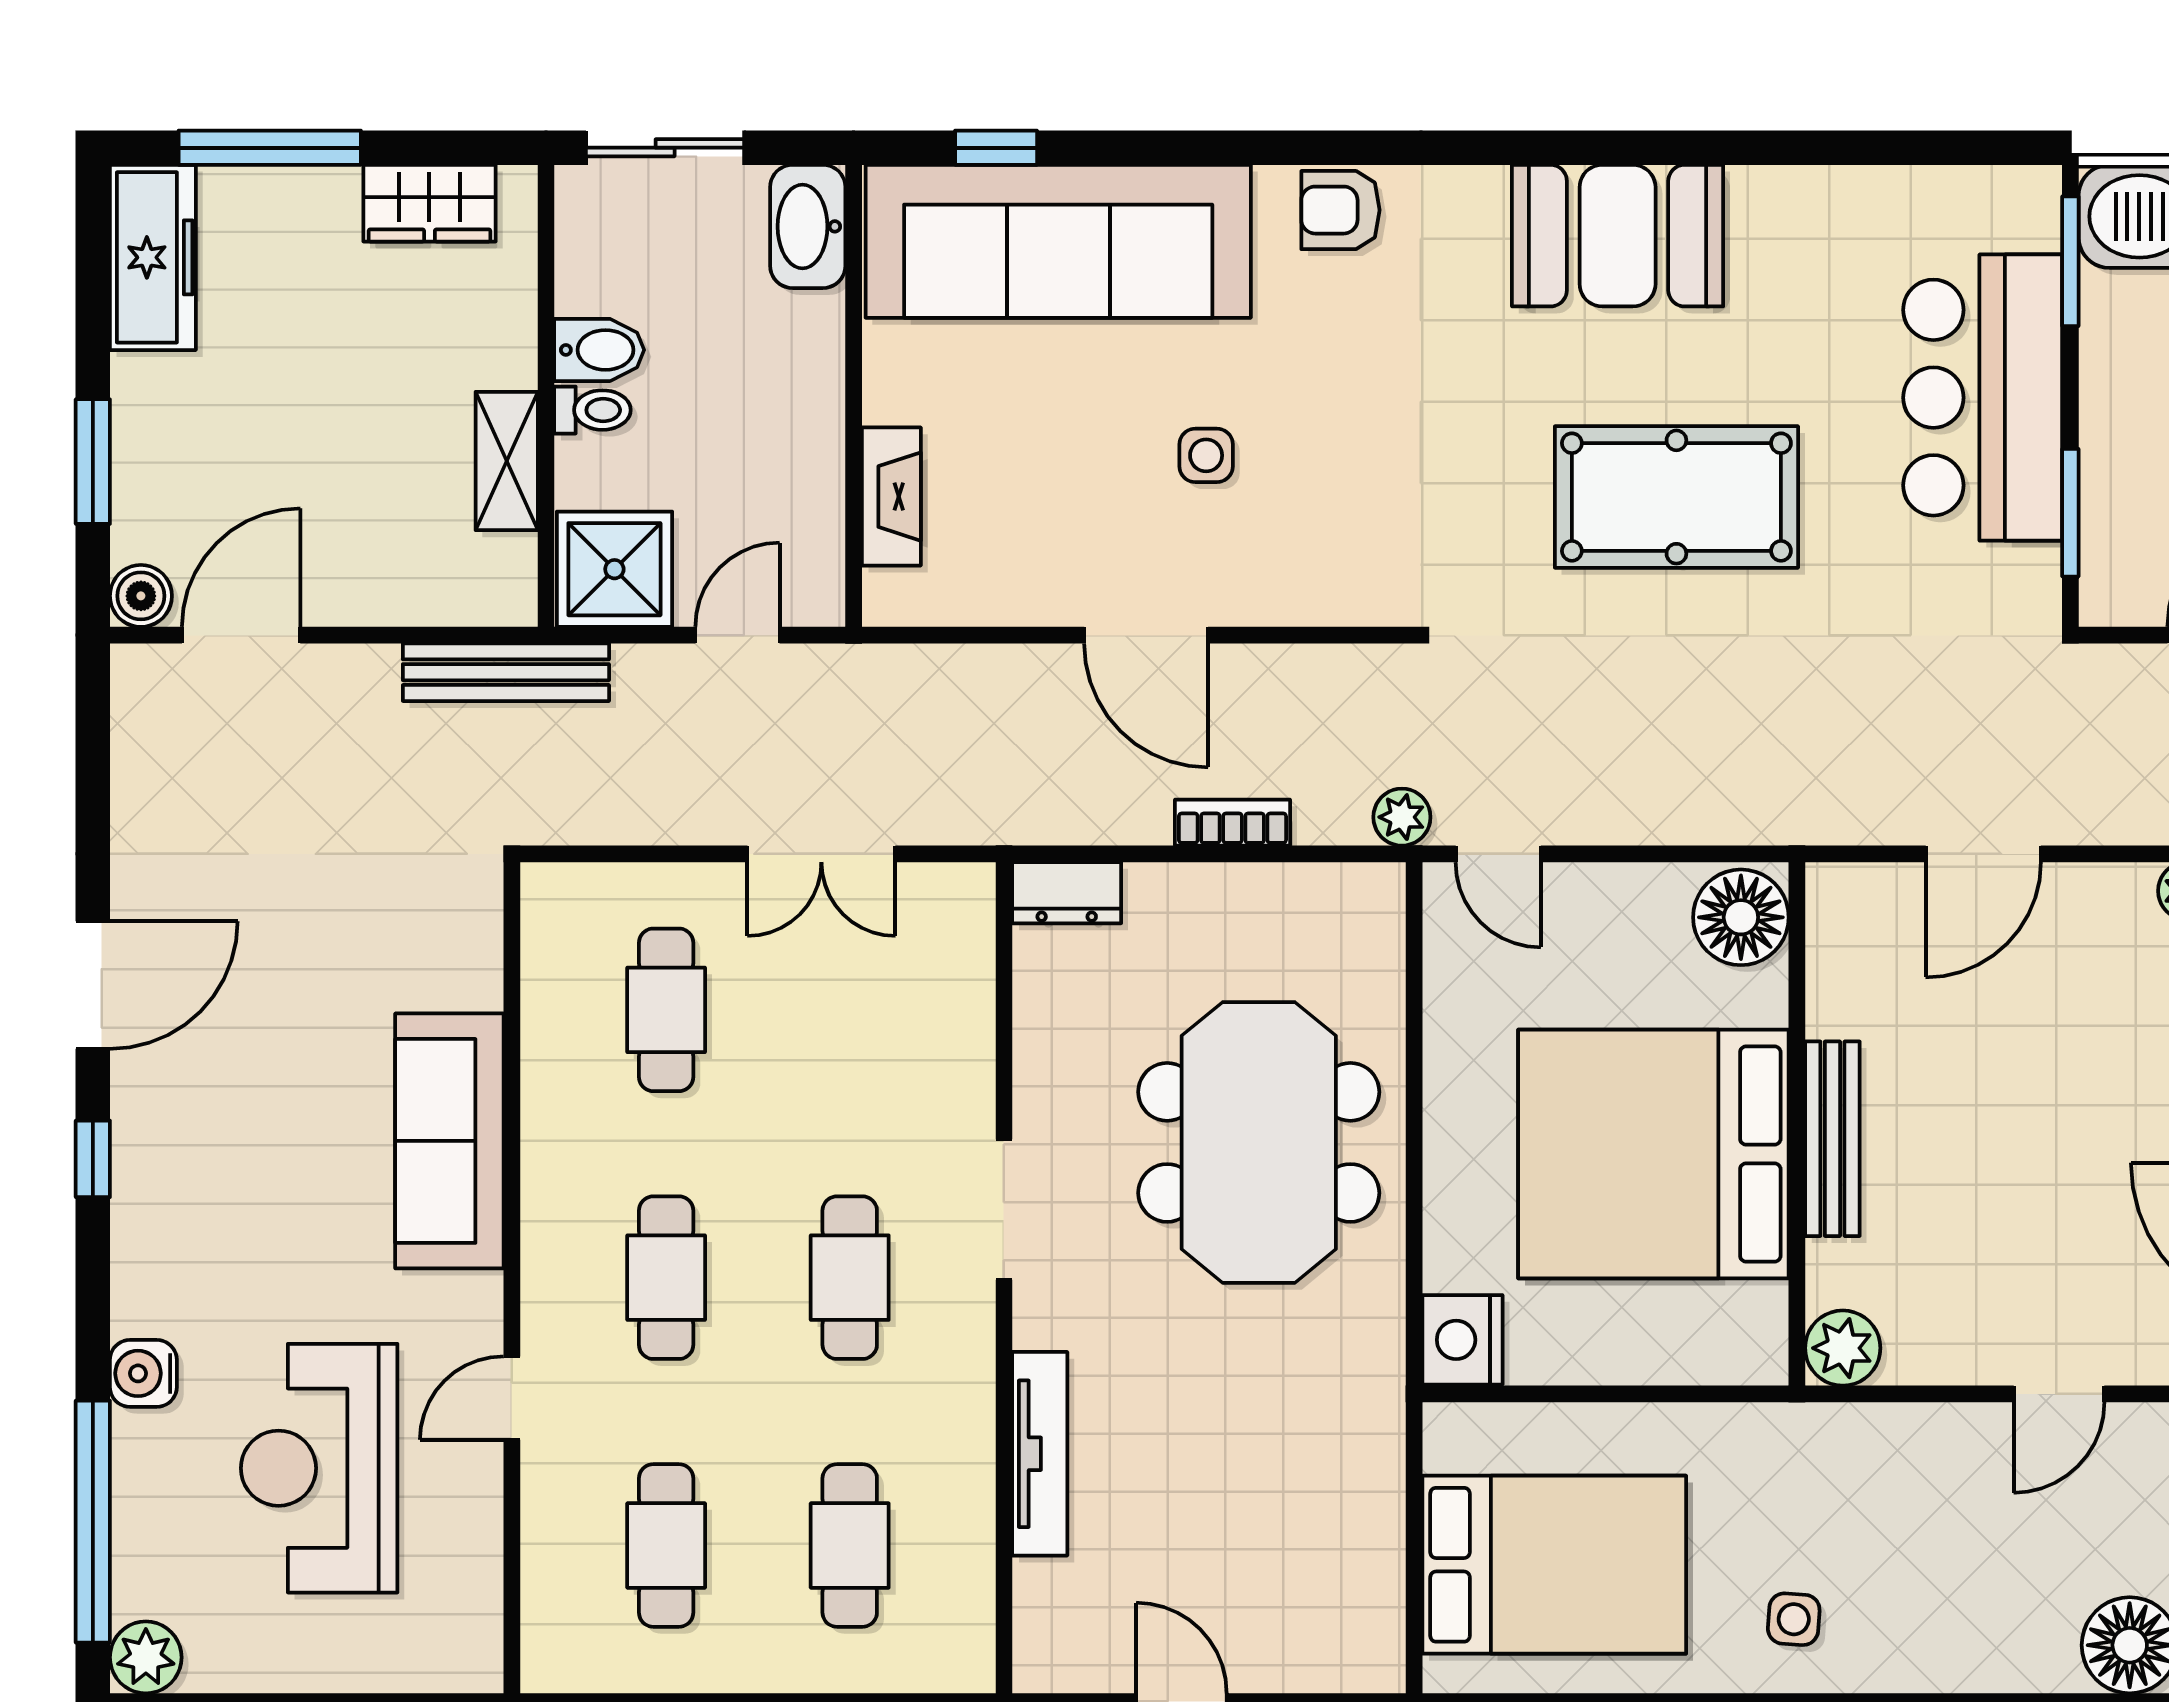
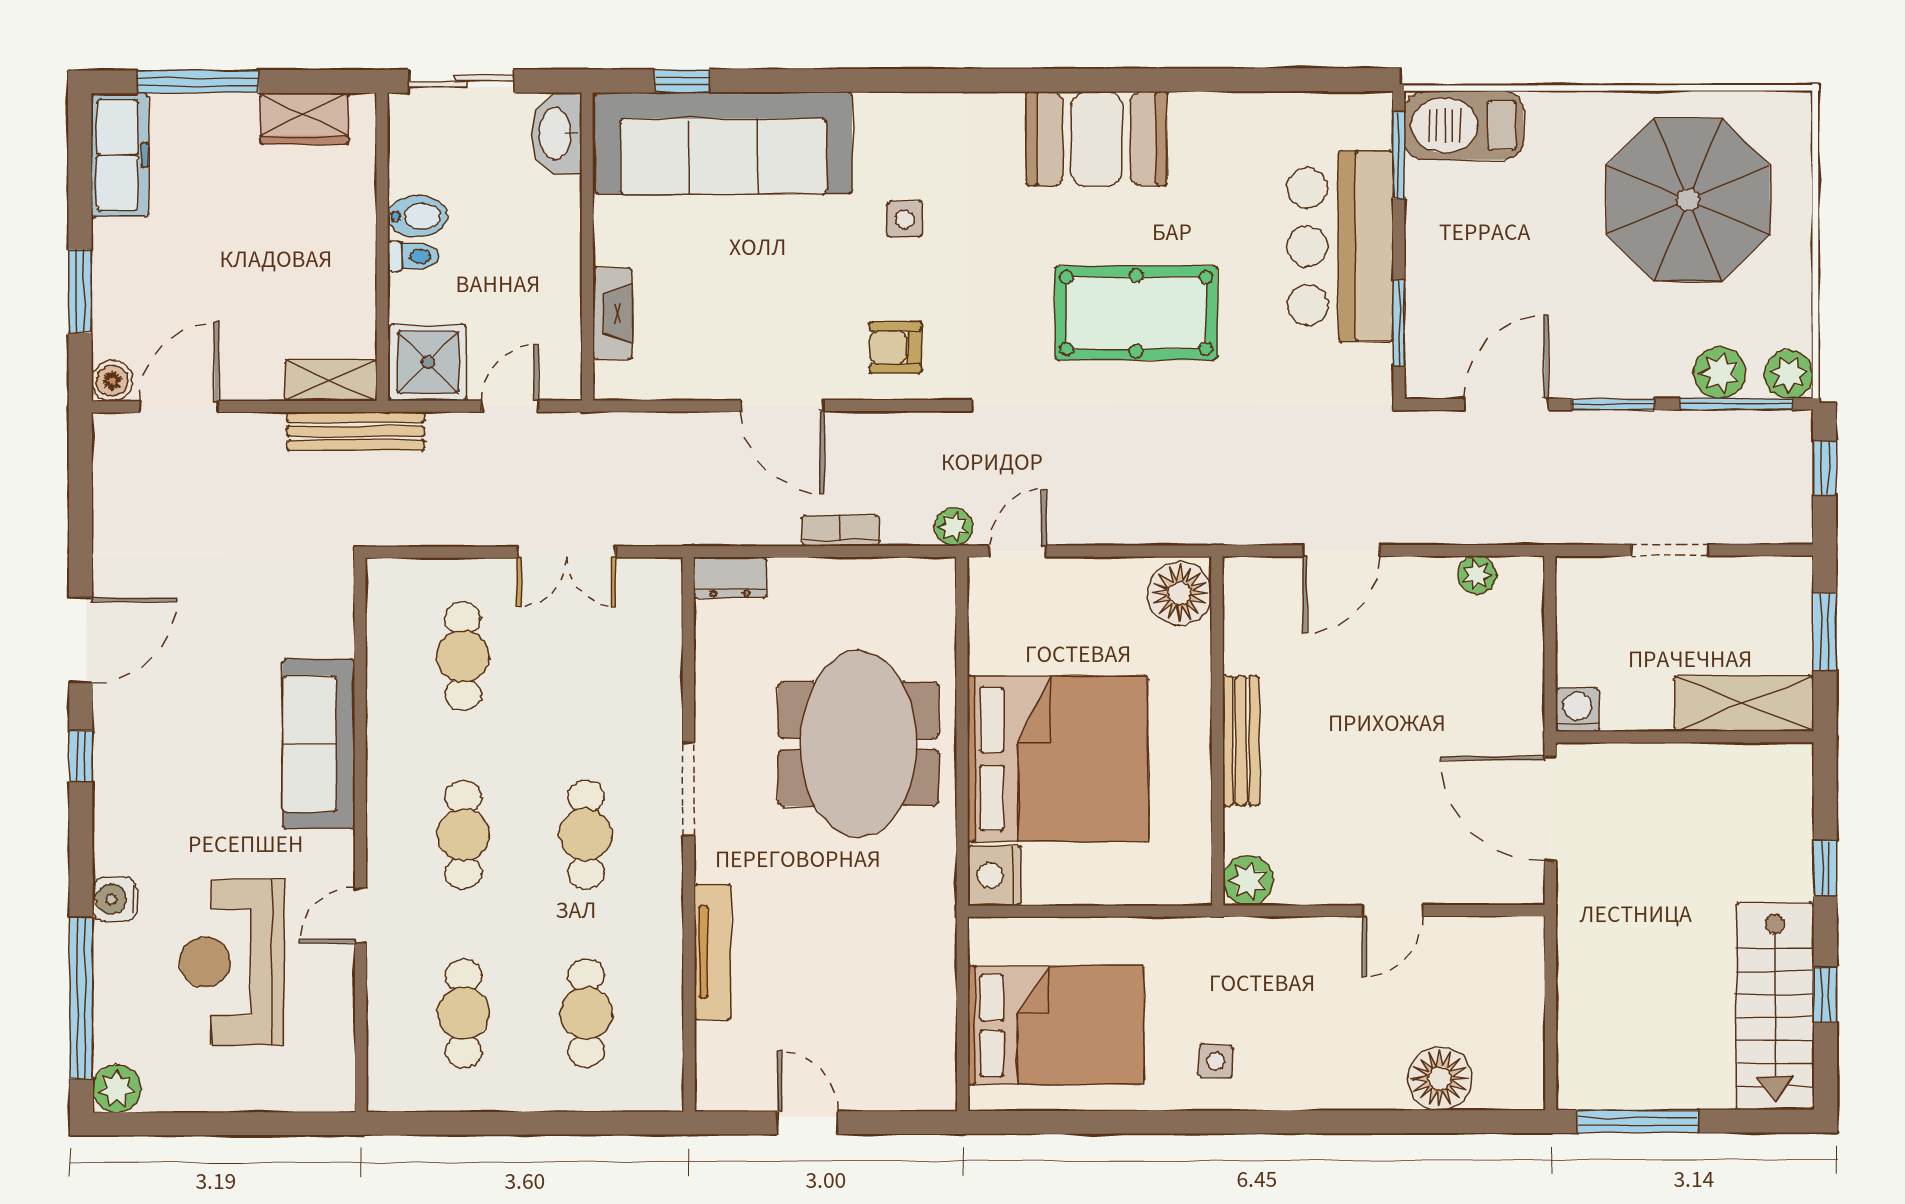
armchair: (1340, 210) -> (896, 348), moved
side table: (1206, 455) -> (905, 219), moved
shelving: (507, 461) -> (331, 380), moved, turned 90
door: (1498, 854) -> (1018, 551), swing flipped
bed: (1653, 1154) -> (1058, 759), moved, turned 180

